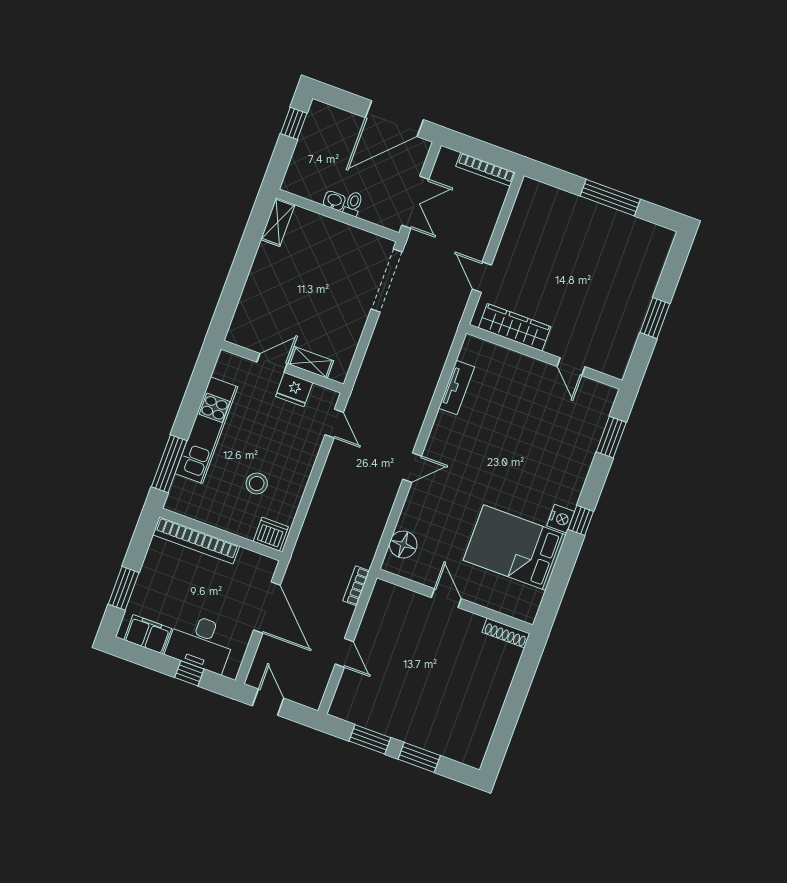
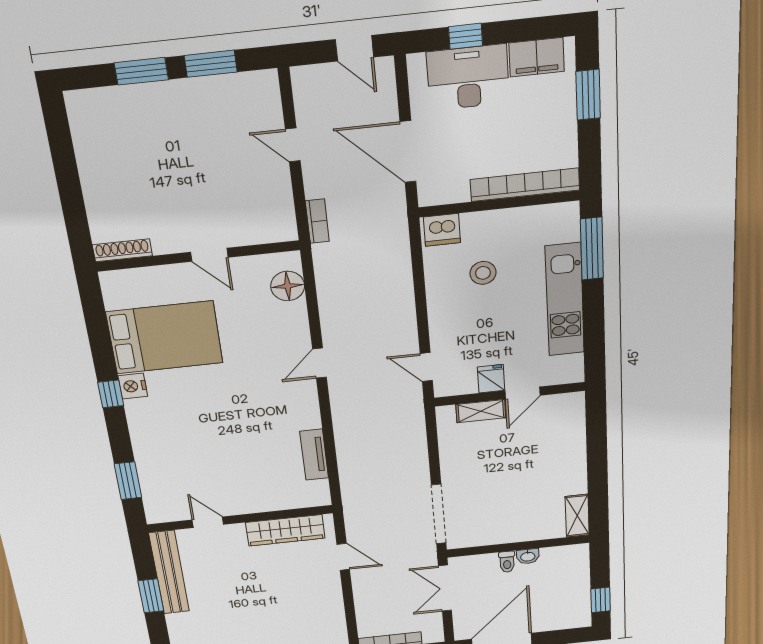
bench: (628, 334) -> (169, 572), added
fridge: (294, 390) -> (491, 379), width x0.72

